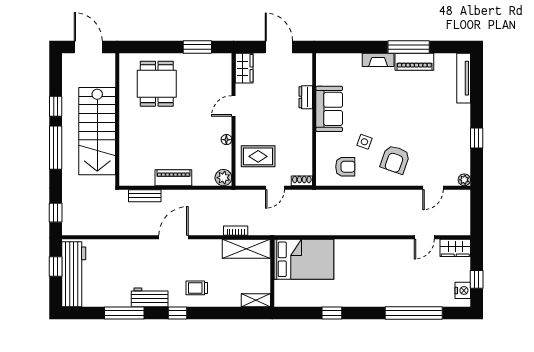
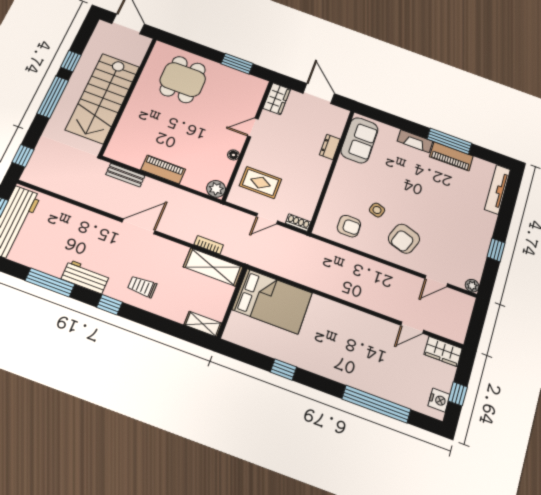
sofa: (329, 109) -> (359, 140), moved

